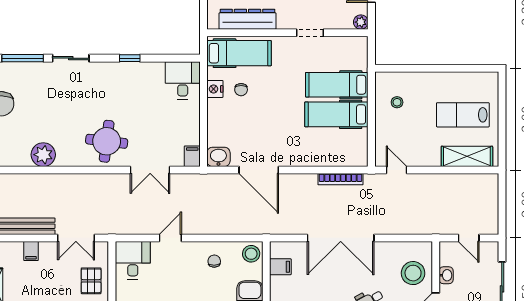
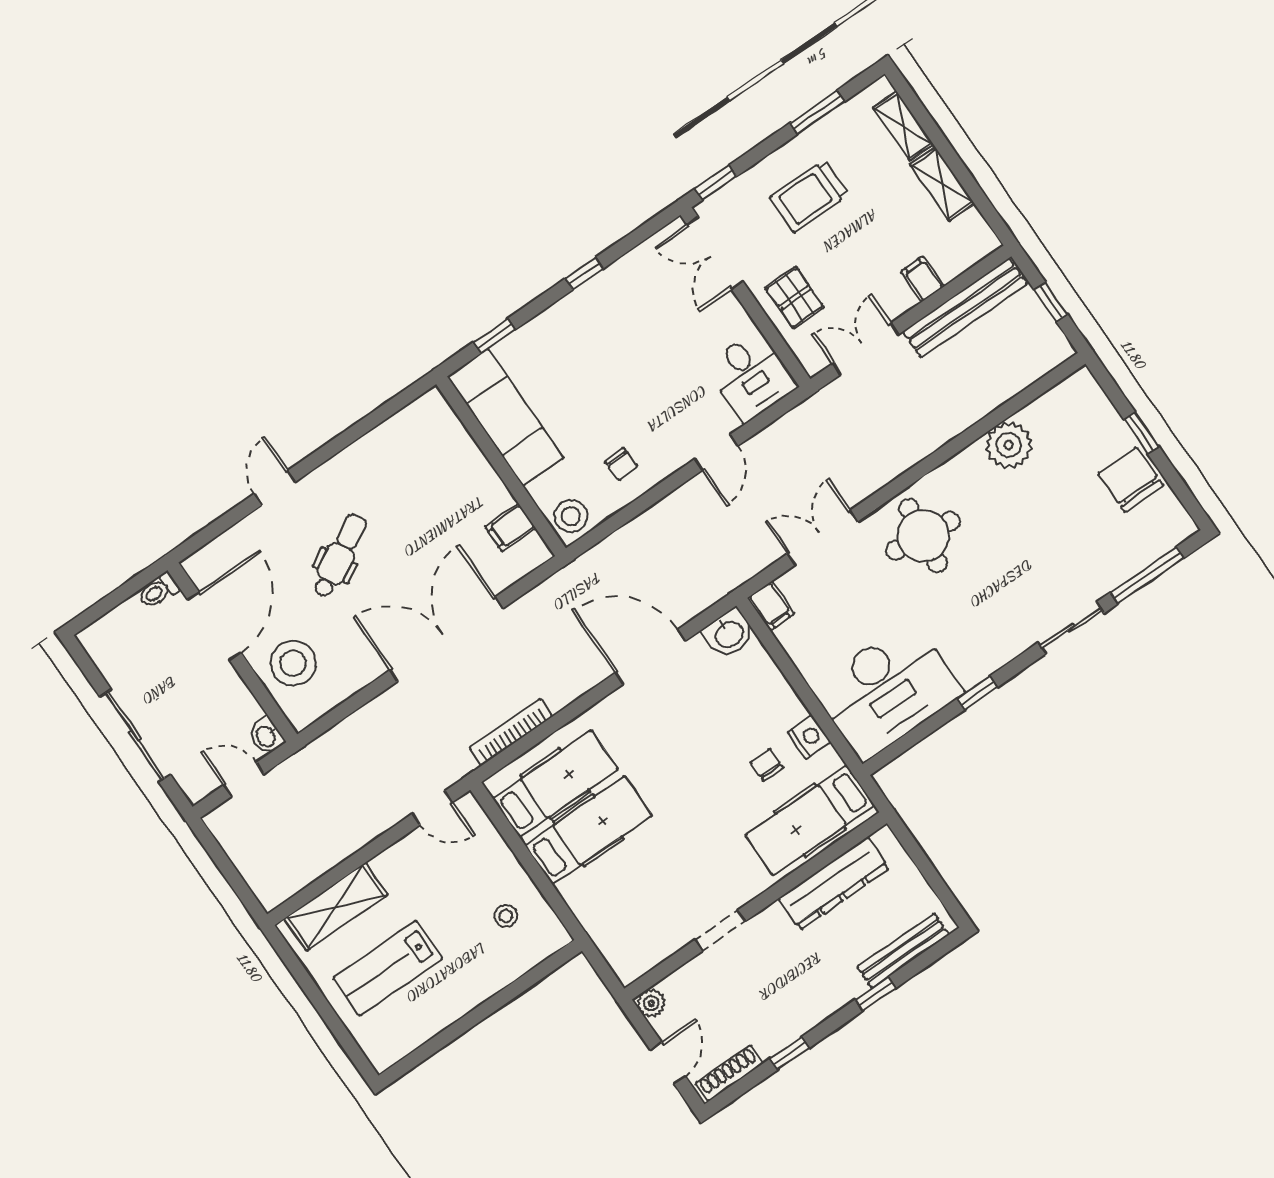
desk: (183, 80) -> (887, 690), width x1.87, depth x1.30
hospital bed: (337, 85) -> (555, 784), moved
lab bench: (463, 115) -> (388, 968), turned 180
washbasin: (446, 275) -> (266, 736), moved

